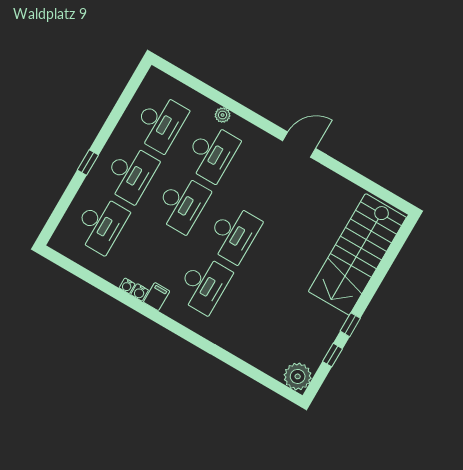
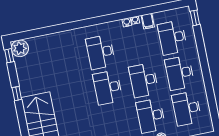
window: (88, 163) -> (195, 18), moved
filing cabinet: (157, 297) -> (148, 21), moved
window: (332, 355) -> (9, 56), moved

